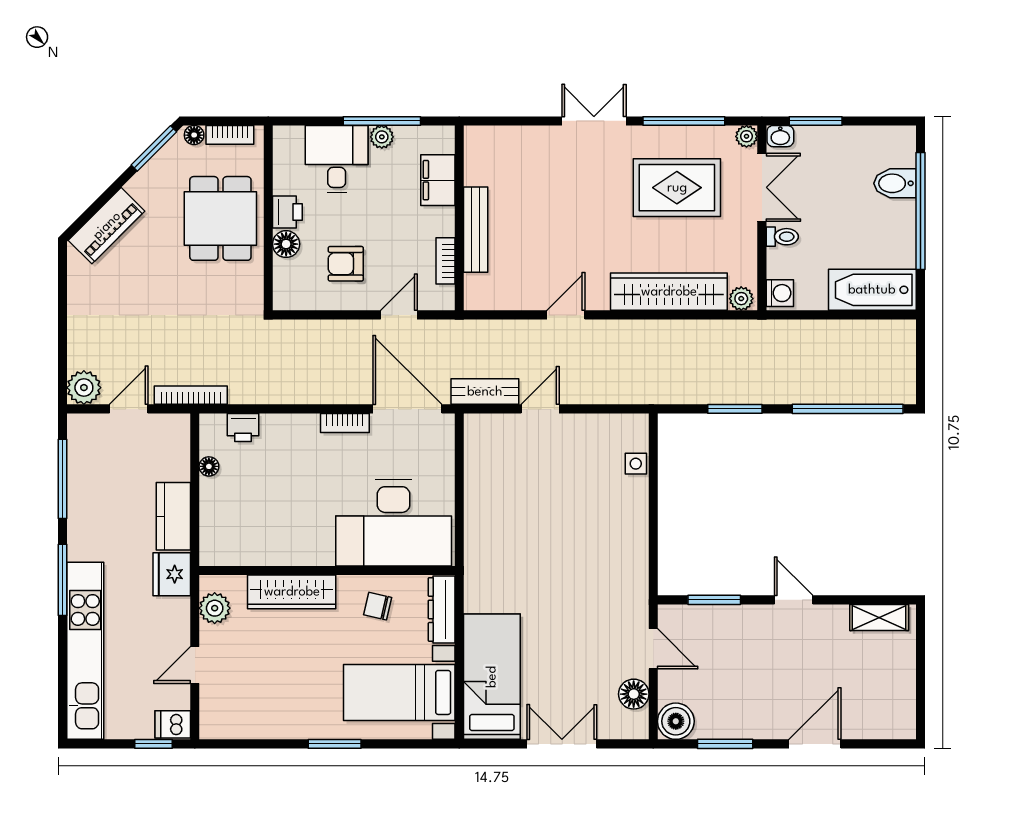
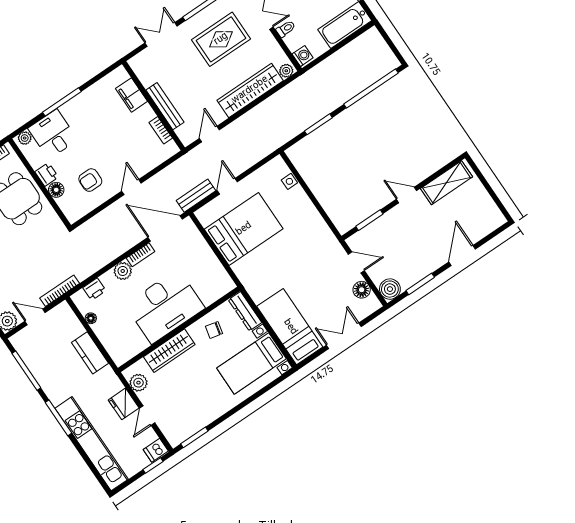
plant: (382, 137) -> (25, 138), moved
filing cabinet: (438, 180) -> (132, 95), moved
wall: (459, 218) -> (154, 106), moved
bench: (476, 230) -> (165, 106), moved
bookcase: (445, 261) -> (161, 130), moved
door: (129, 409) -> (35, 317), hinge flipped
plant: (303, 429) -> (123, 271), added
bed: (522, 488) -> (244, 229), added
desk: (394, 523) -> (165, 306), moved
fridge: (172, 574) -> (124, 404), moved
shelving: (879, 617) -> (446, 183), width x1.50, depth x1.33
window: (335, 744) -> (194, 437), moved

